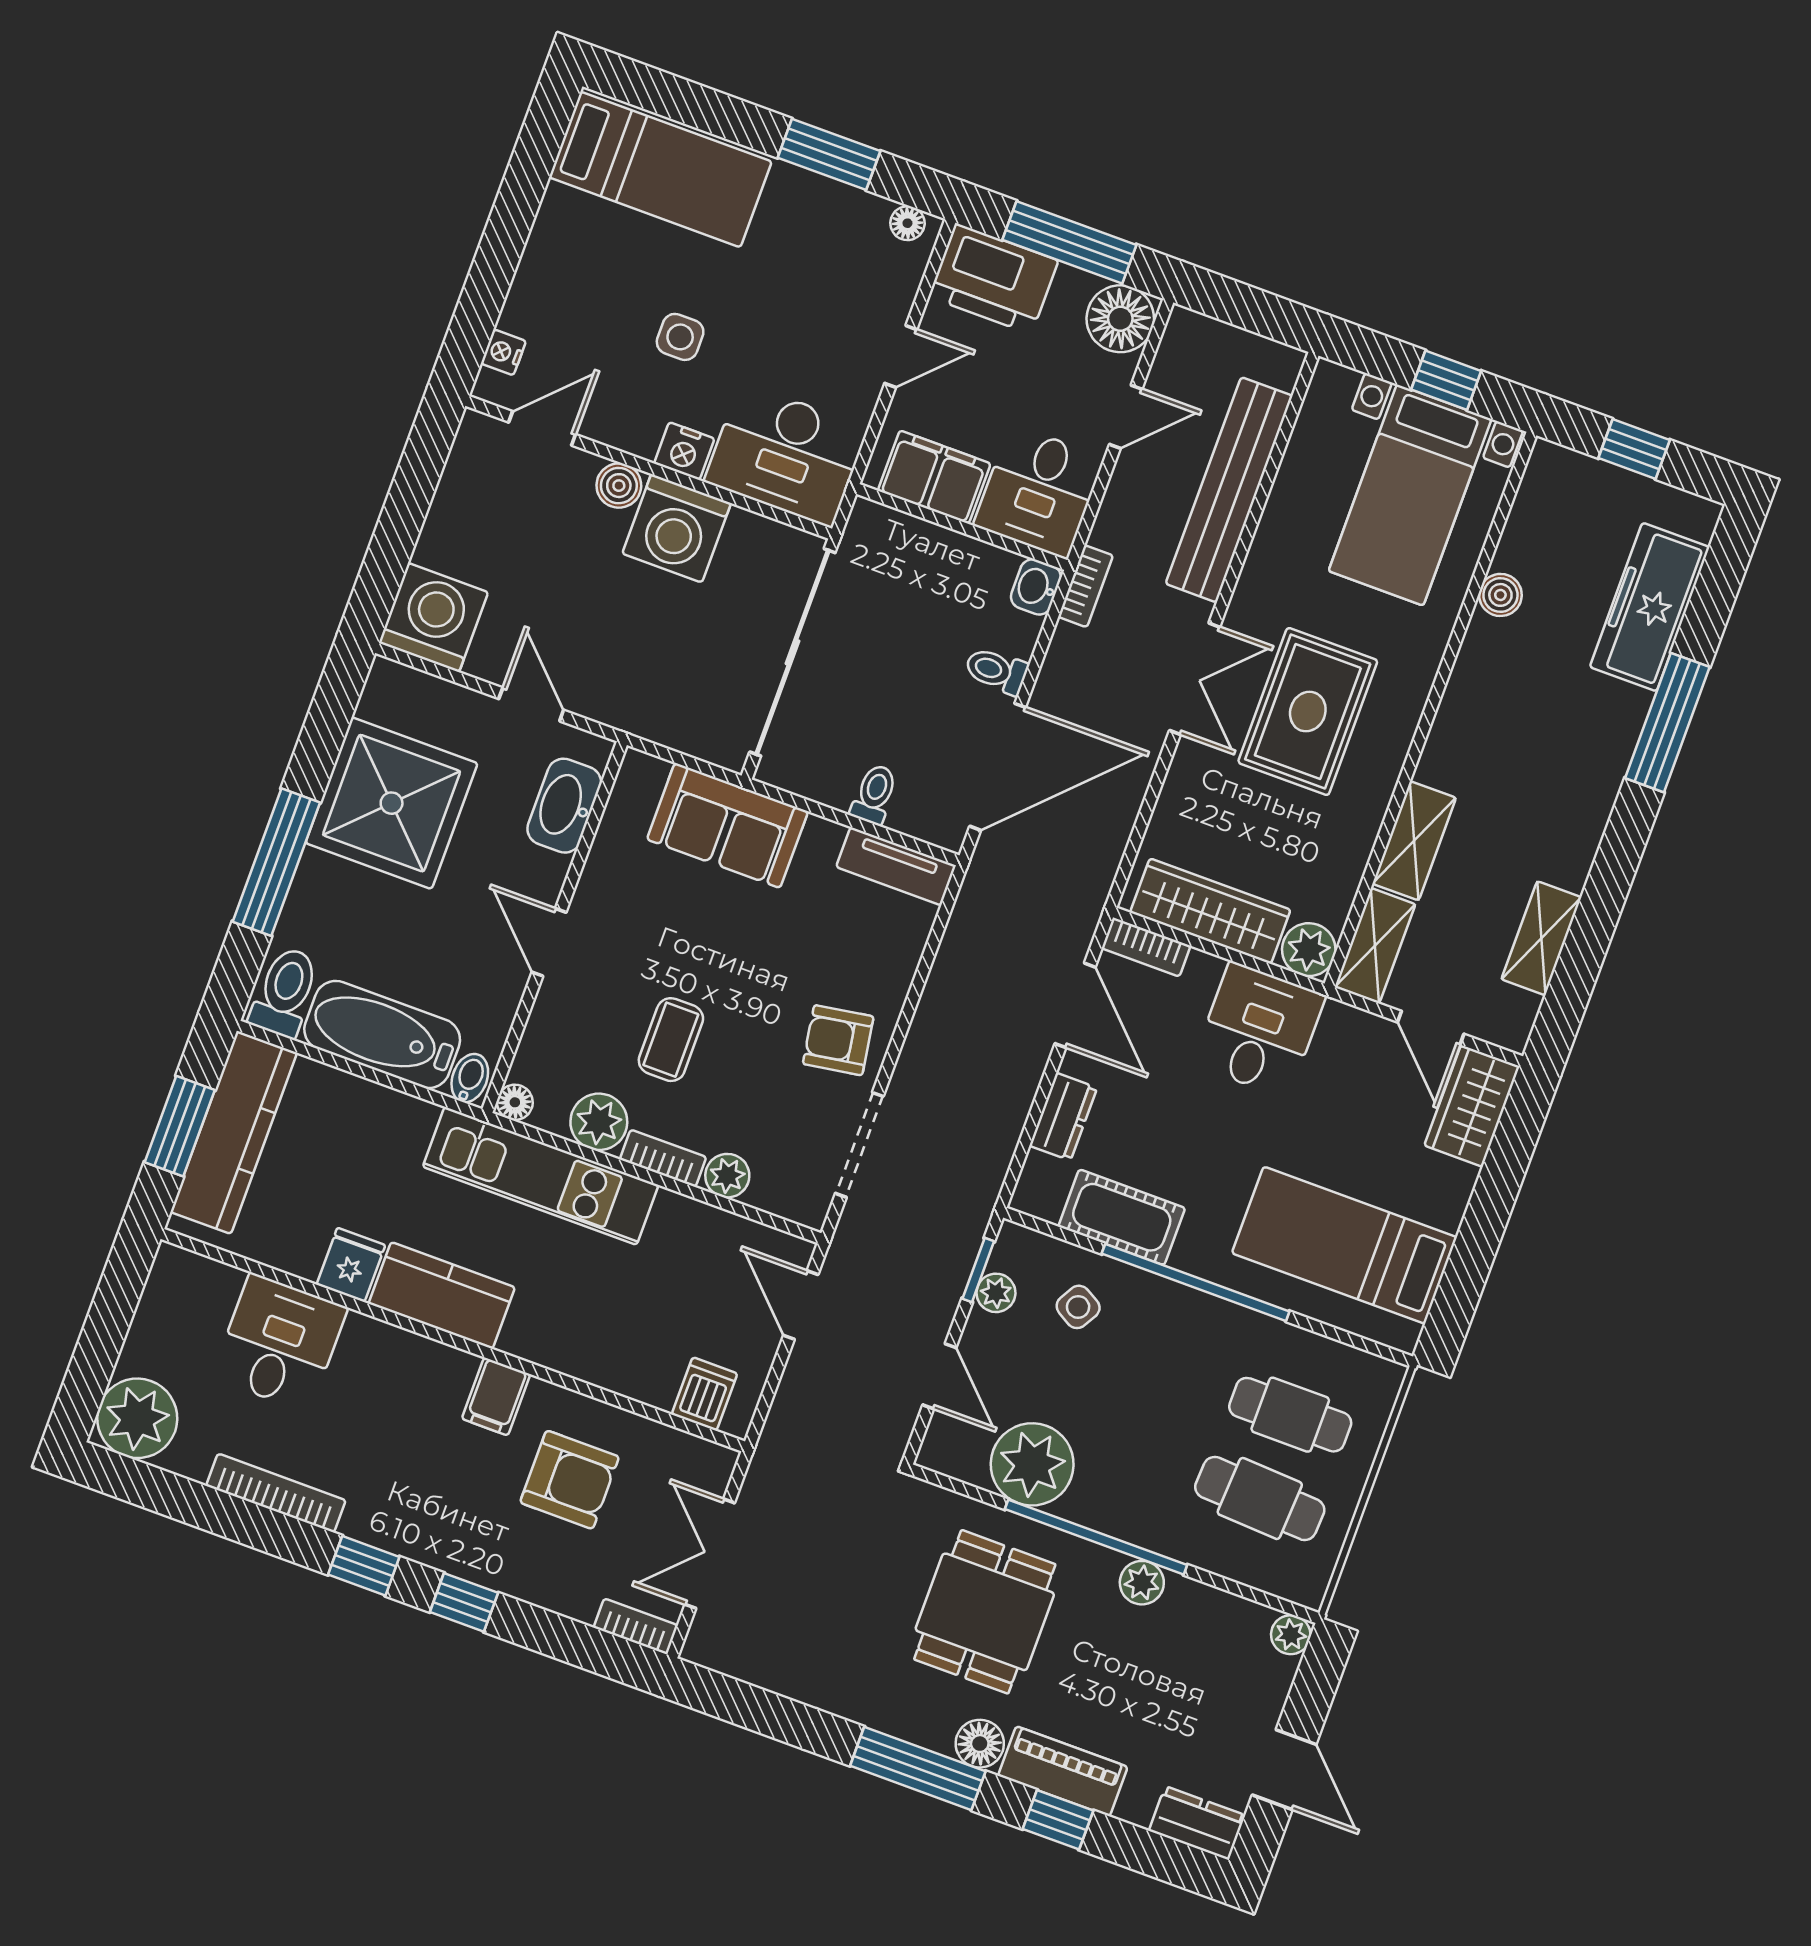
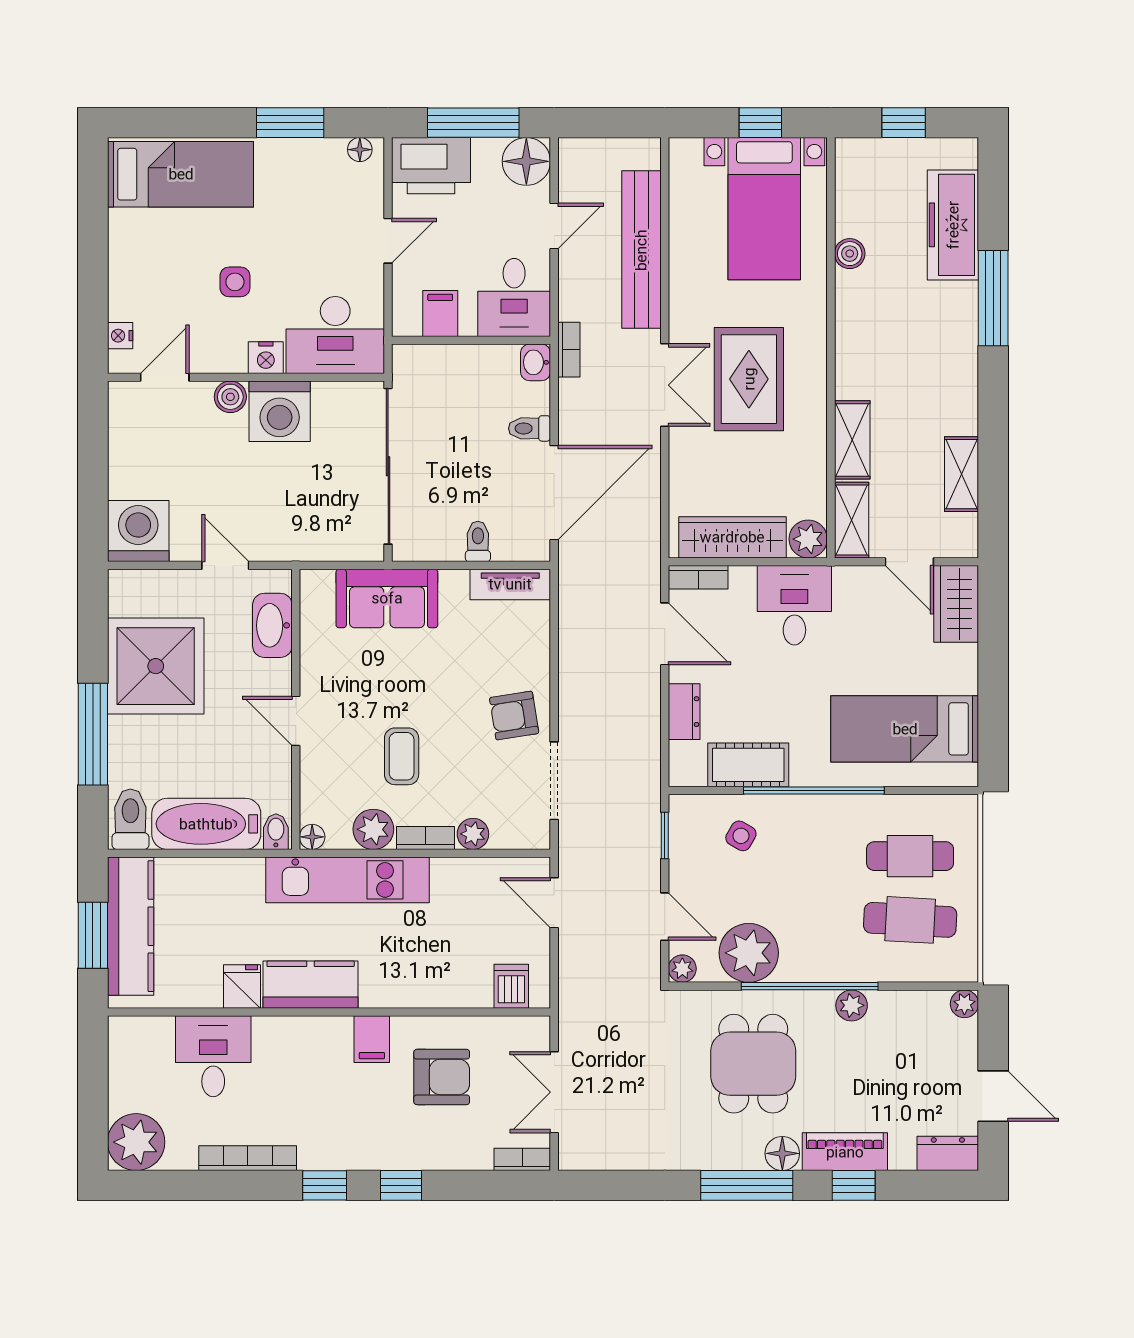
filing cabinet: (934, 477) -> (440, 314), width x0.50
plant: (996, 1293) -> (682, 969), moved

